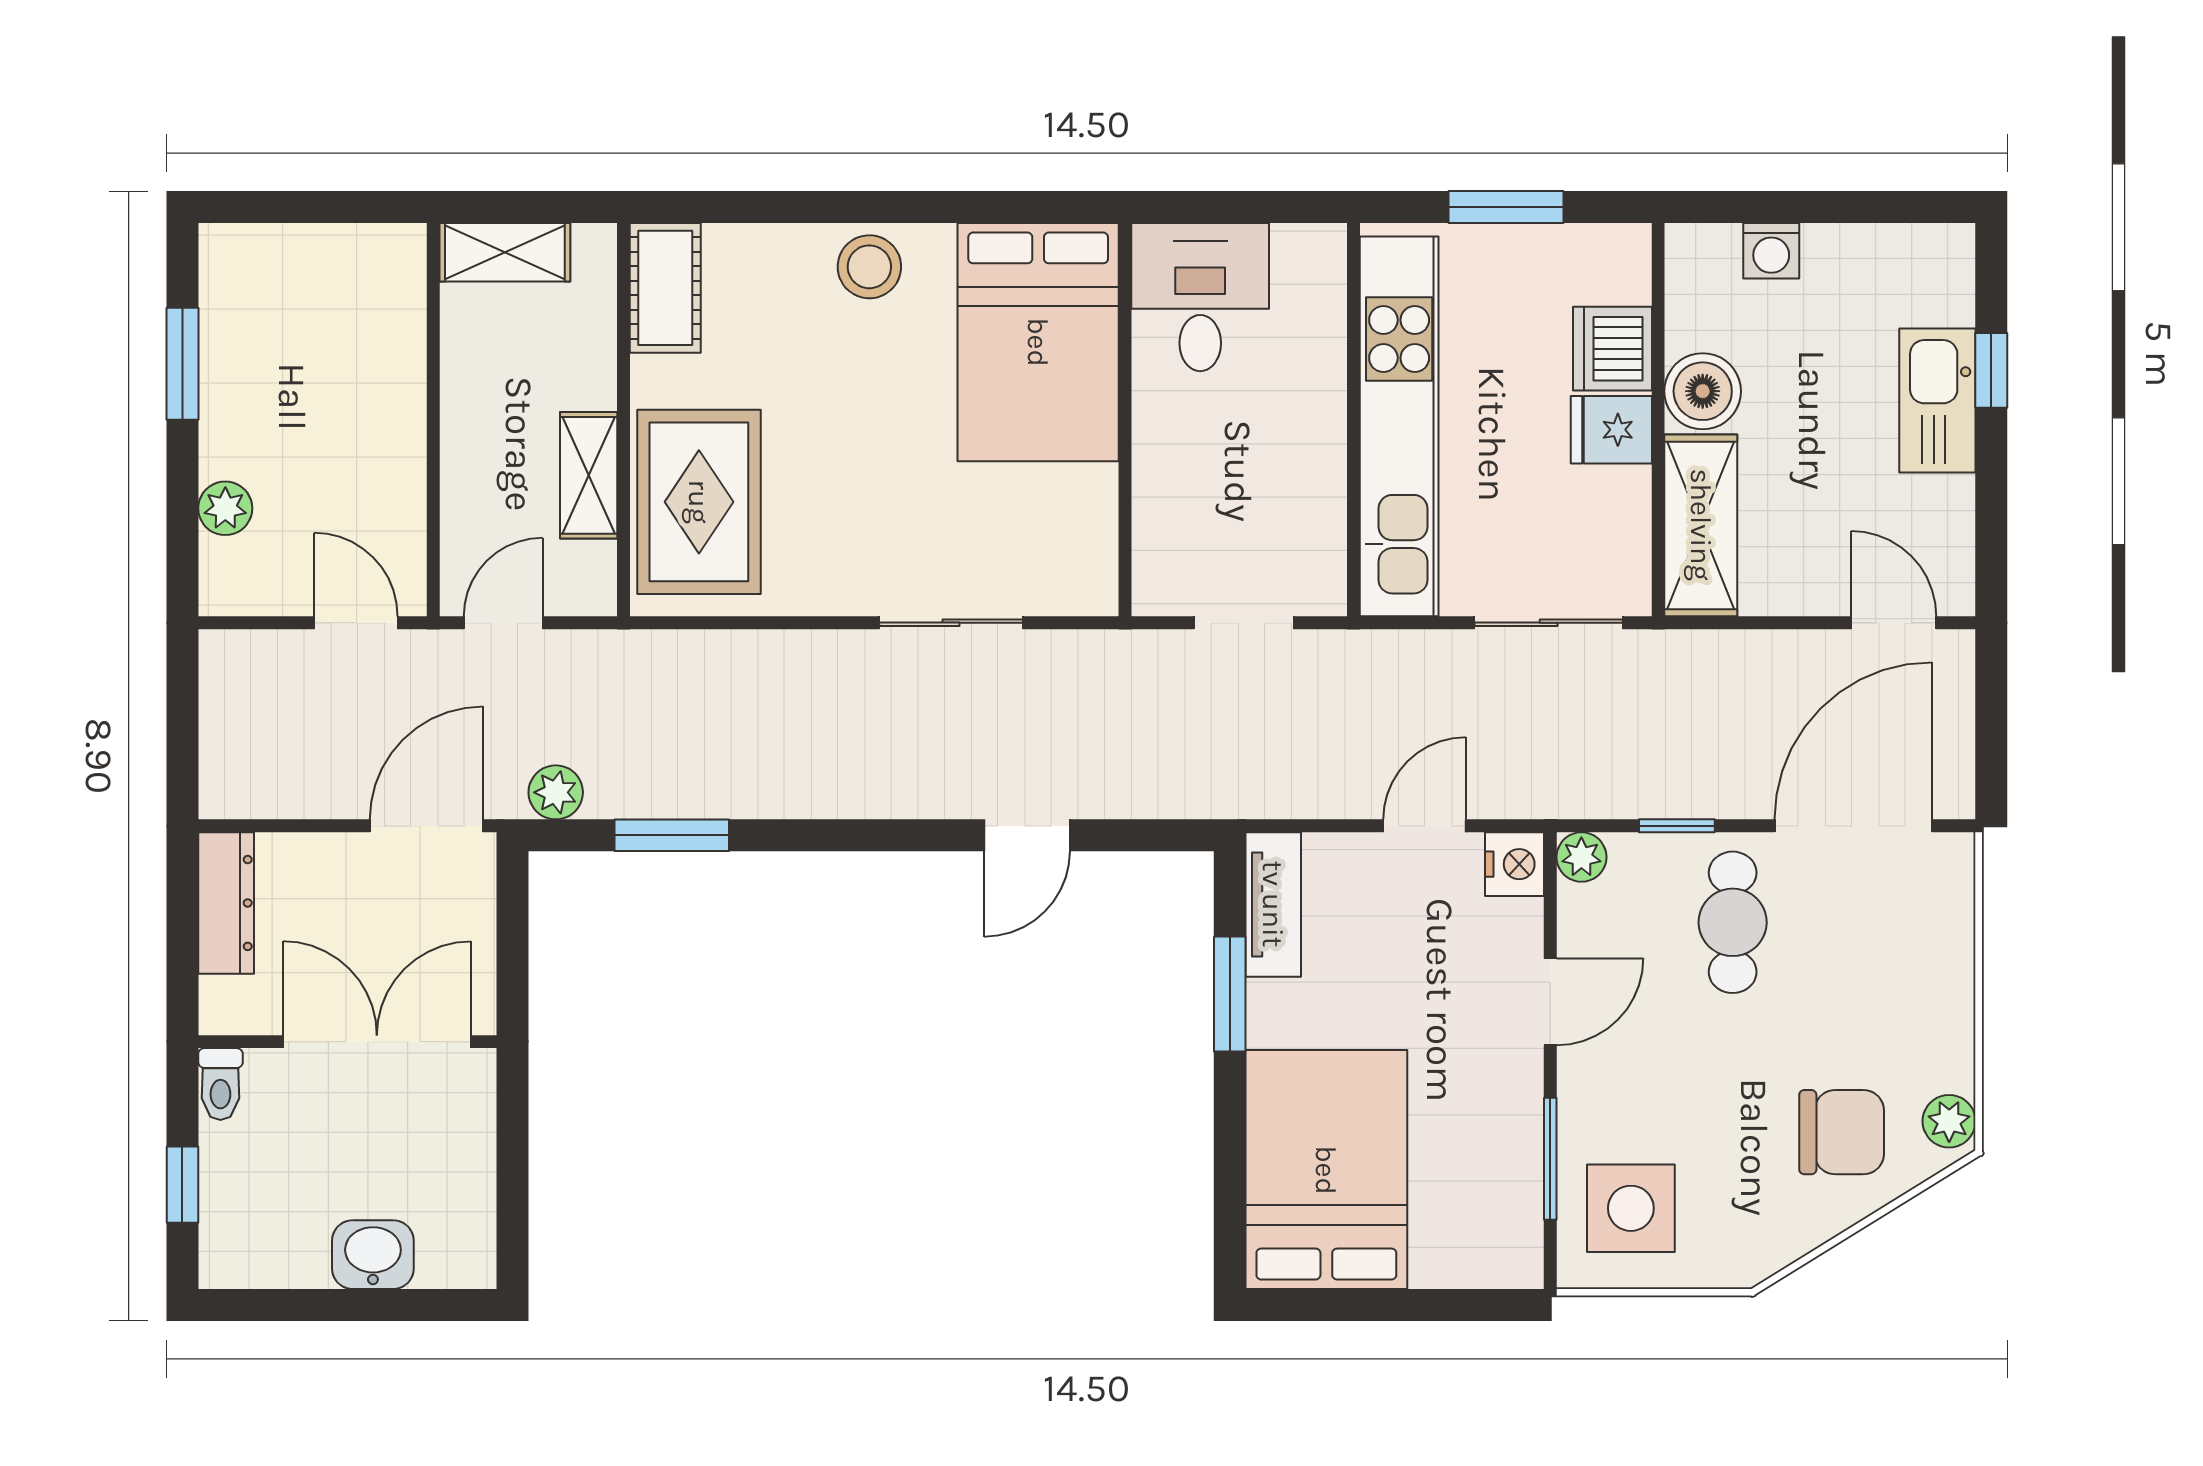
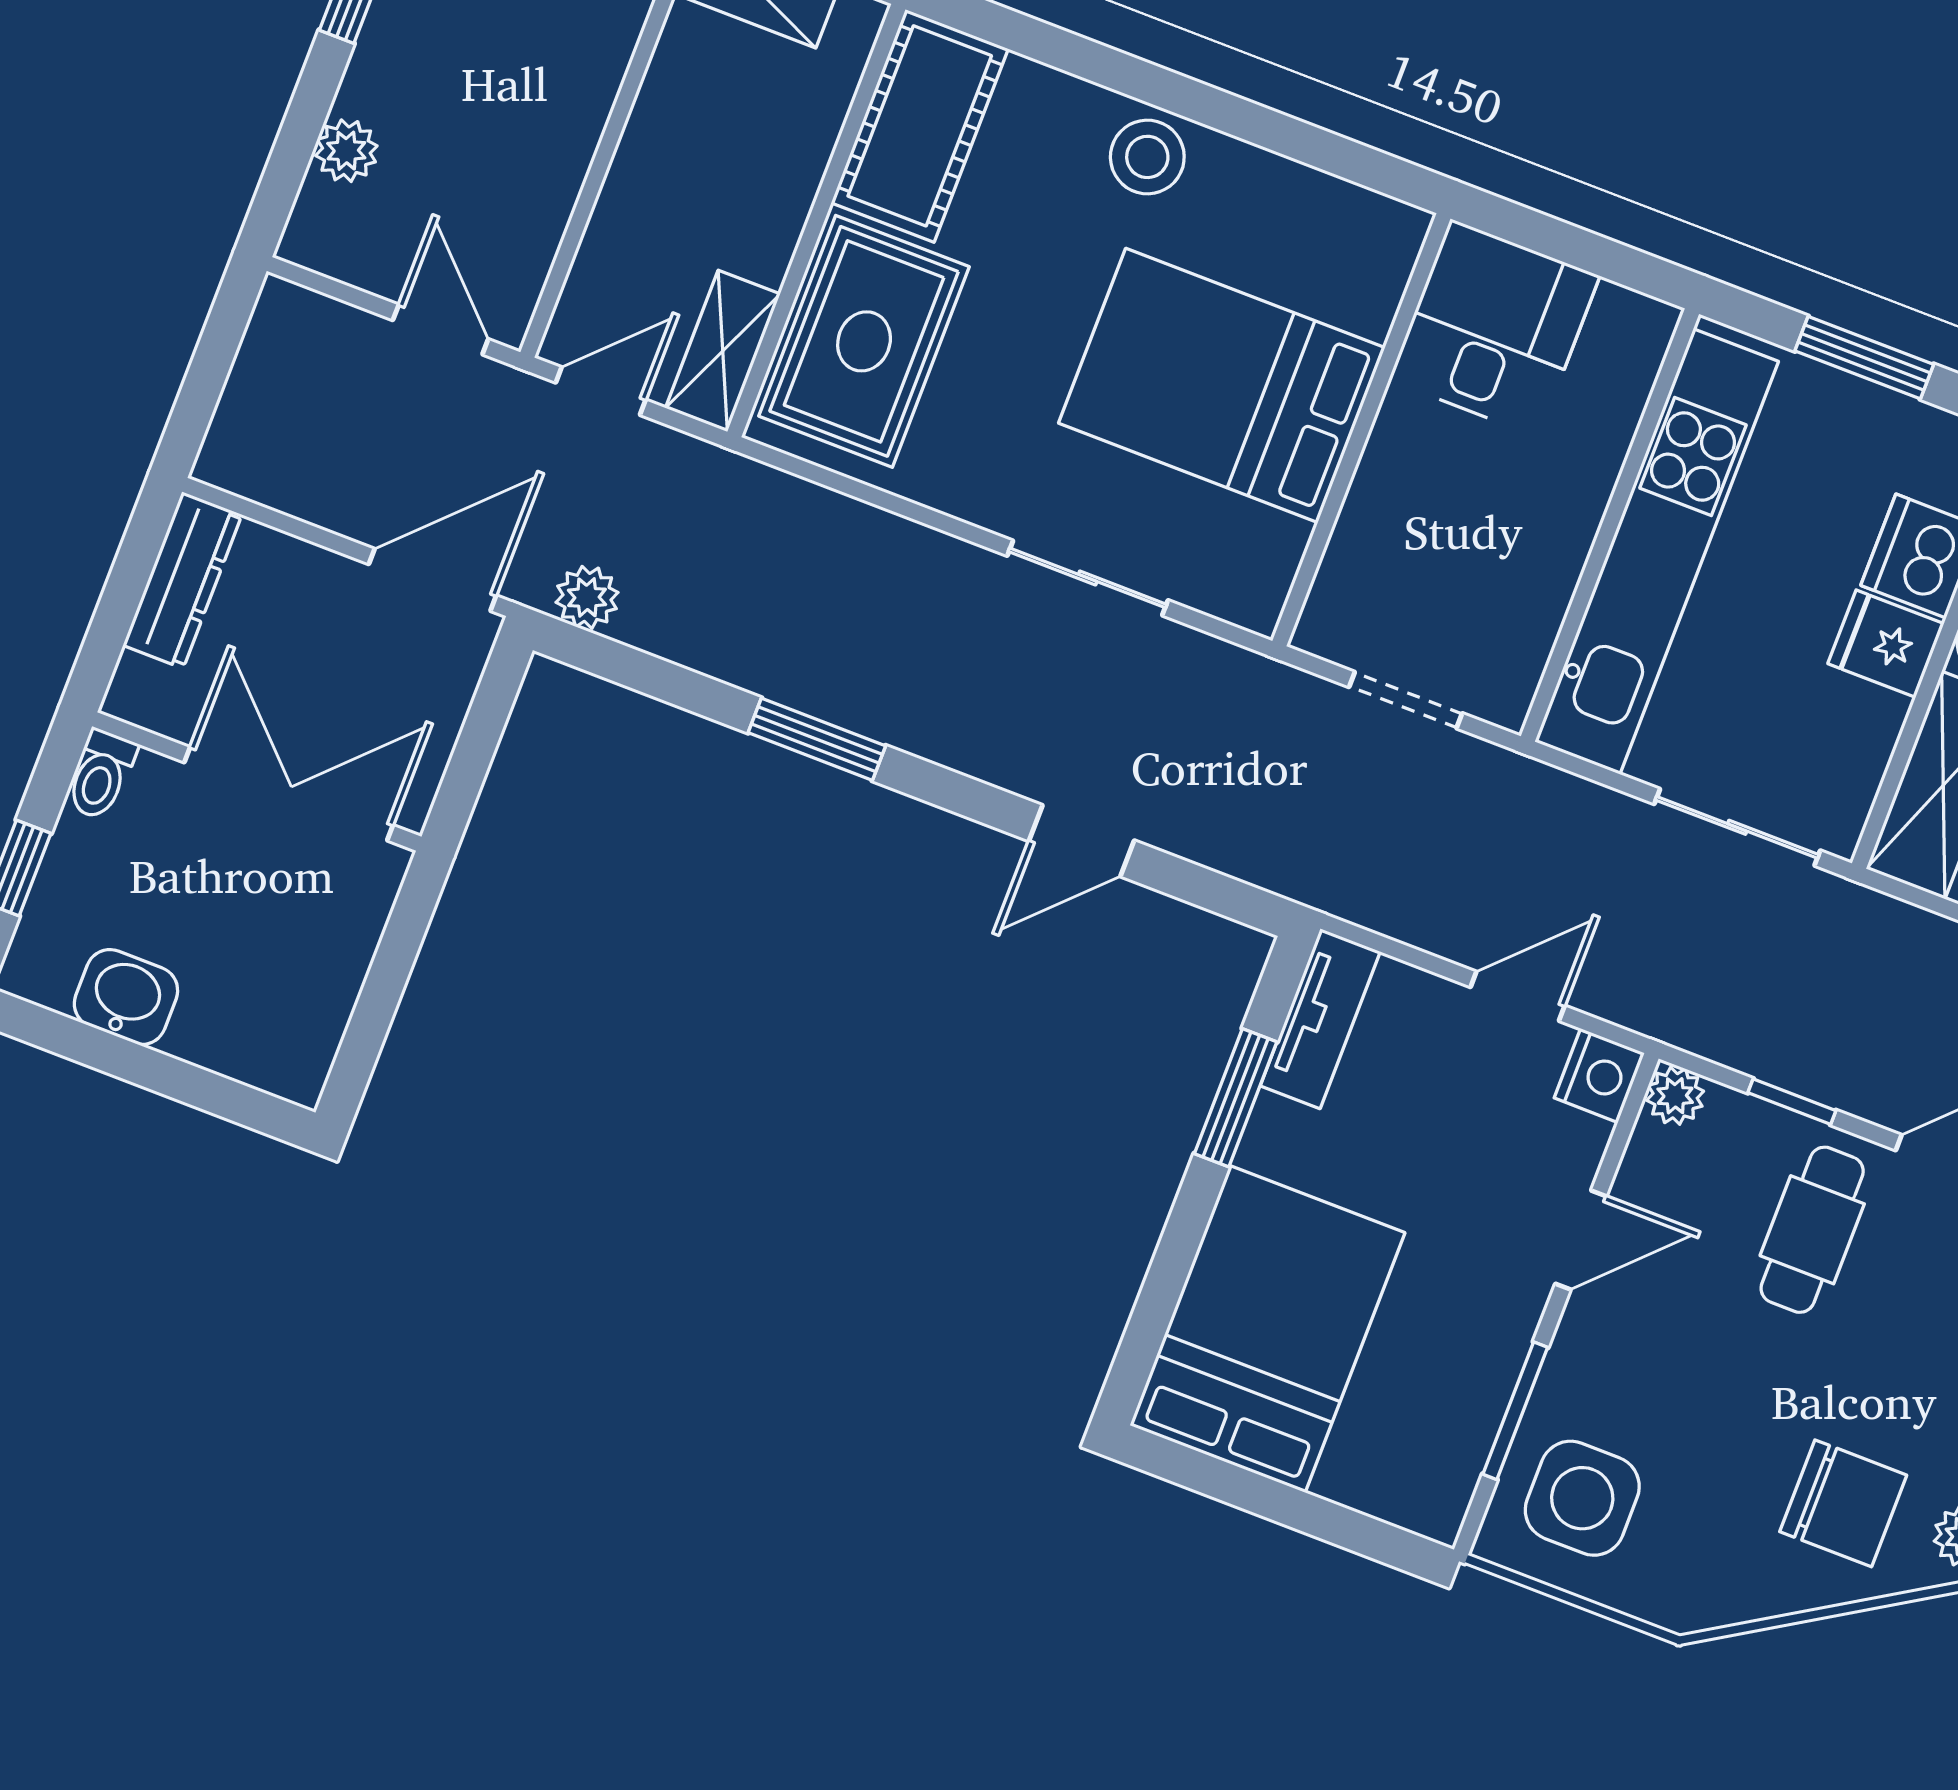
cot: (665, 288) -> (920, 126), width x1.37, depth x1.34
bed: (1038, 342) -> (1222, 385), moved, turned 90
shelving: (589, 475) -> (723, 351), moved
window: (672, 835) -> (817, 739), moved
washbasin: (373, 1255) -> (126, 997), moved

